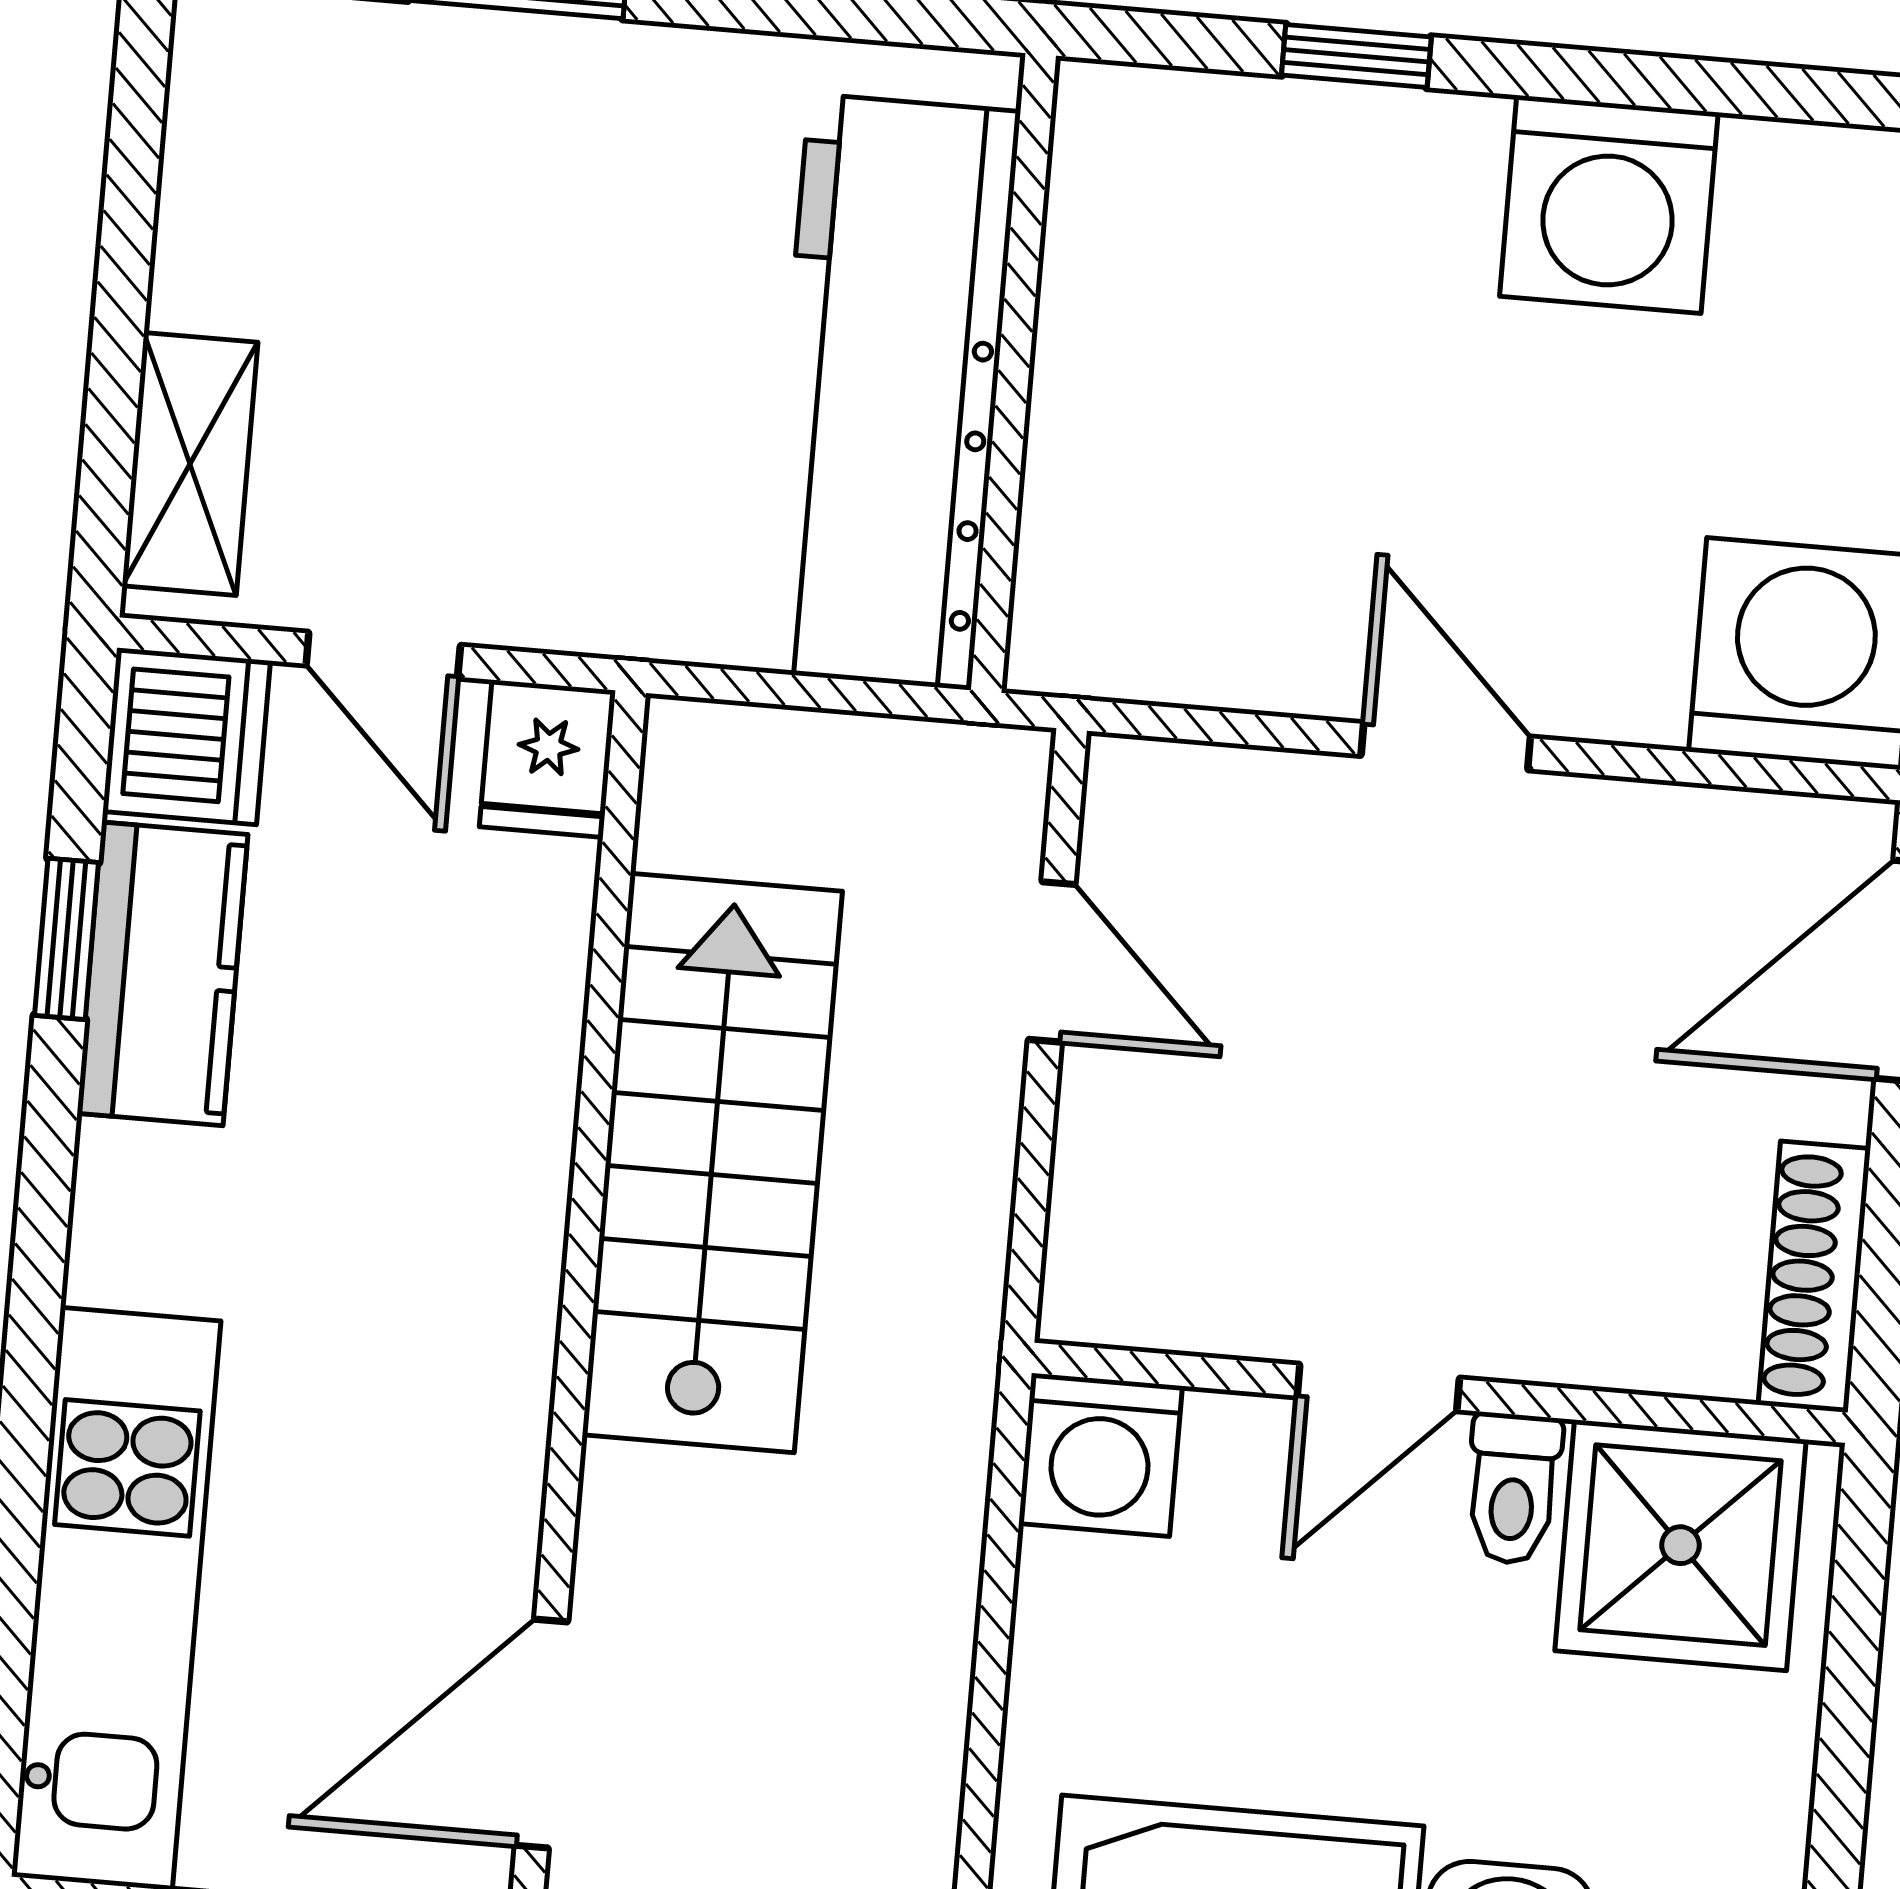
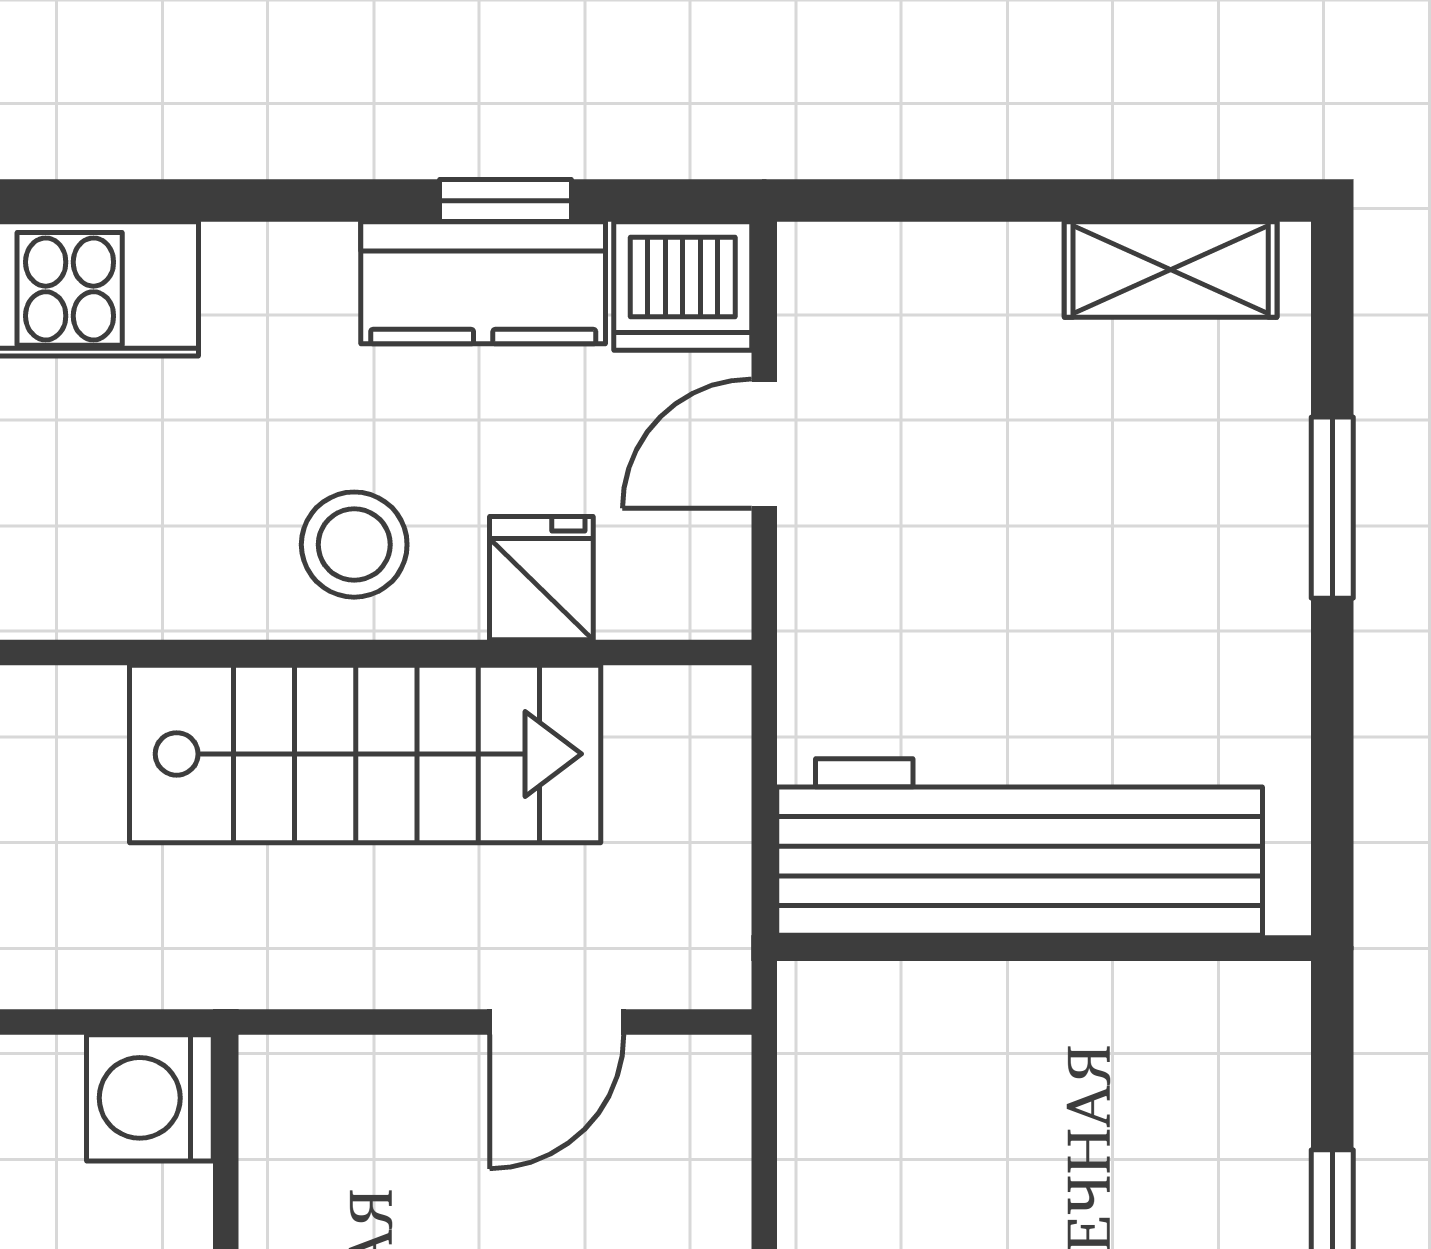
shelving: (190, 464) -> (1171, 269), moved
fridge: (548, 759) -> (541, 578), moved, turned 90
stool: (461, 1154) -> (354, 545), added

